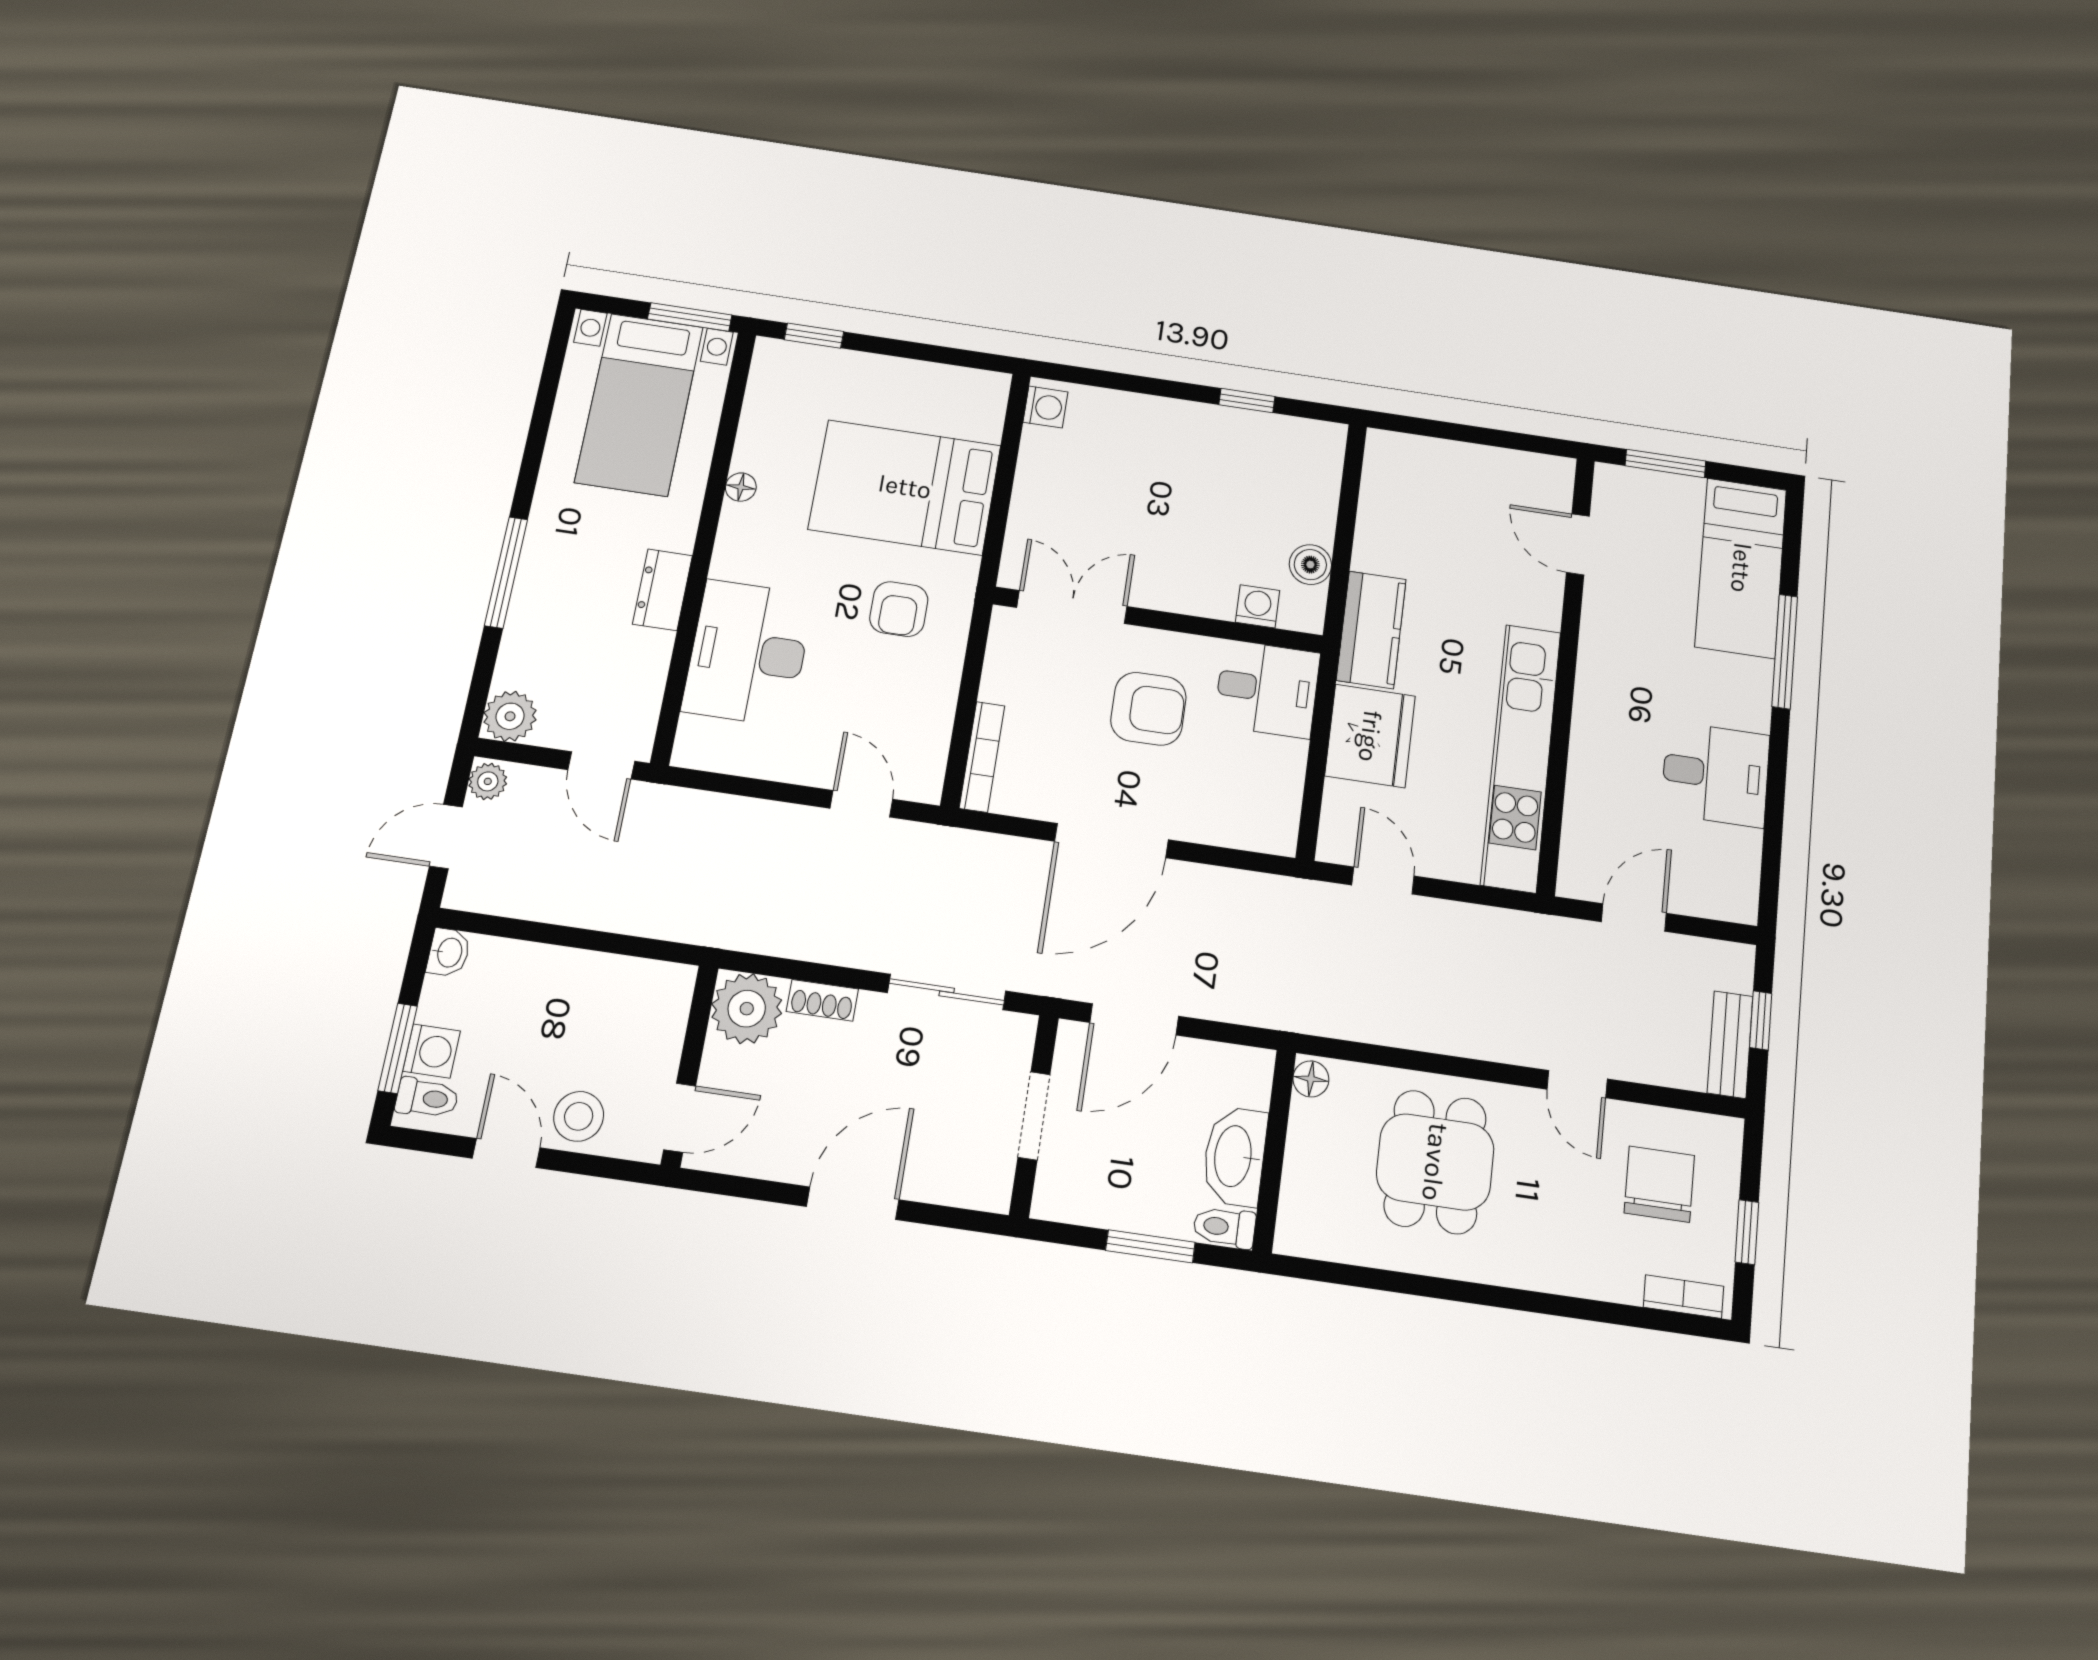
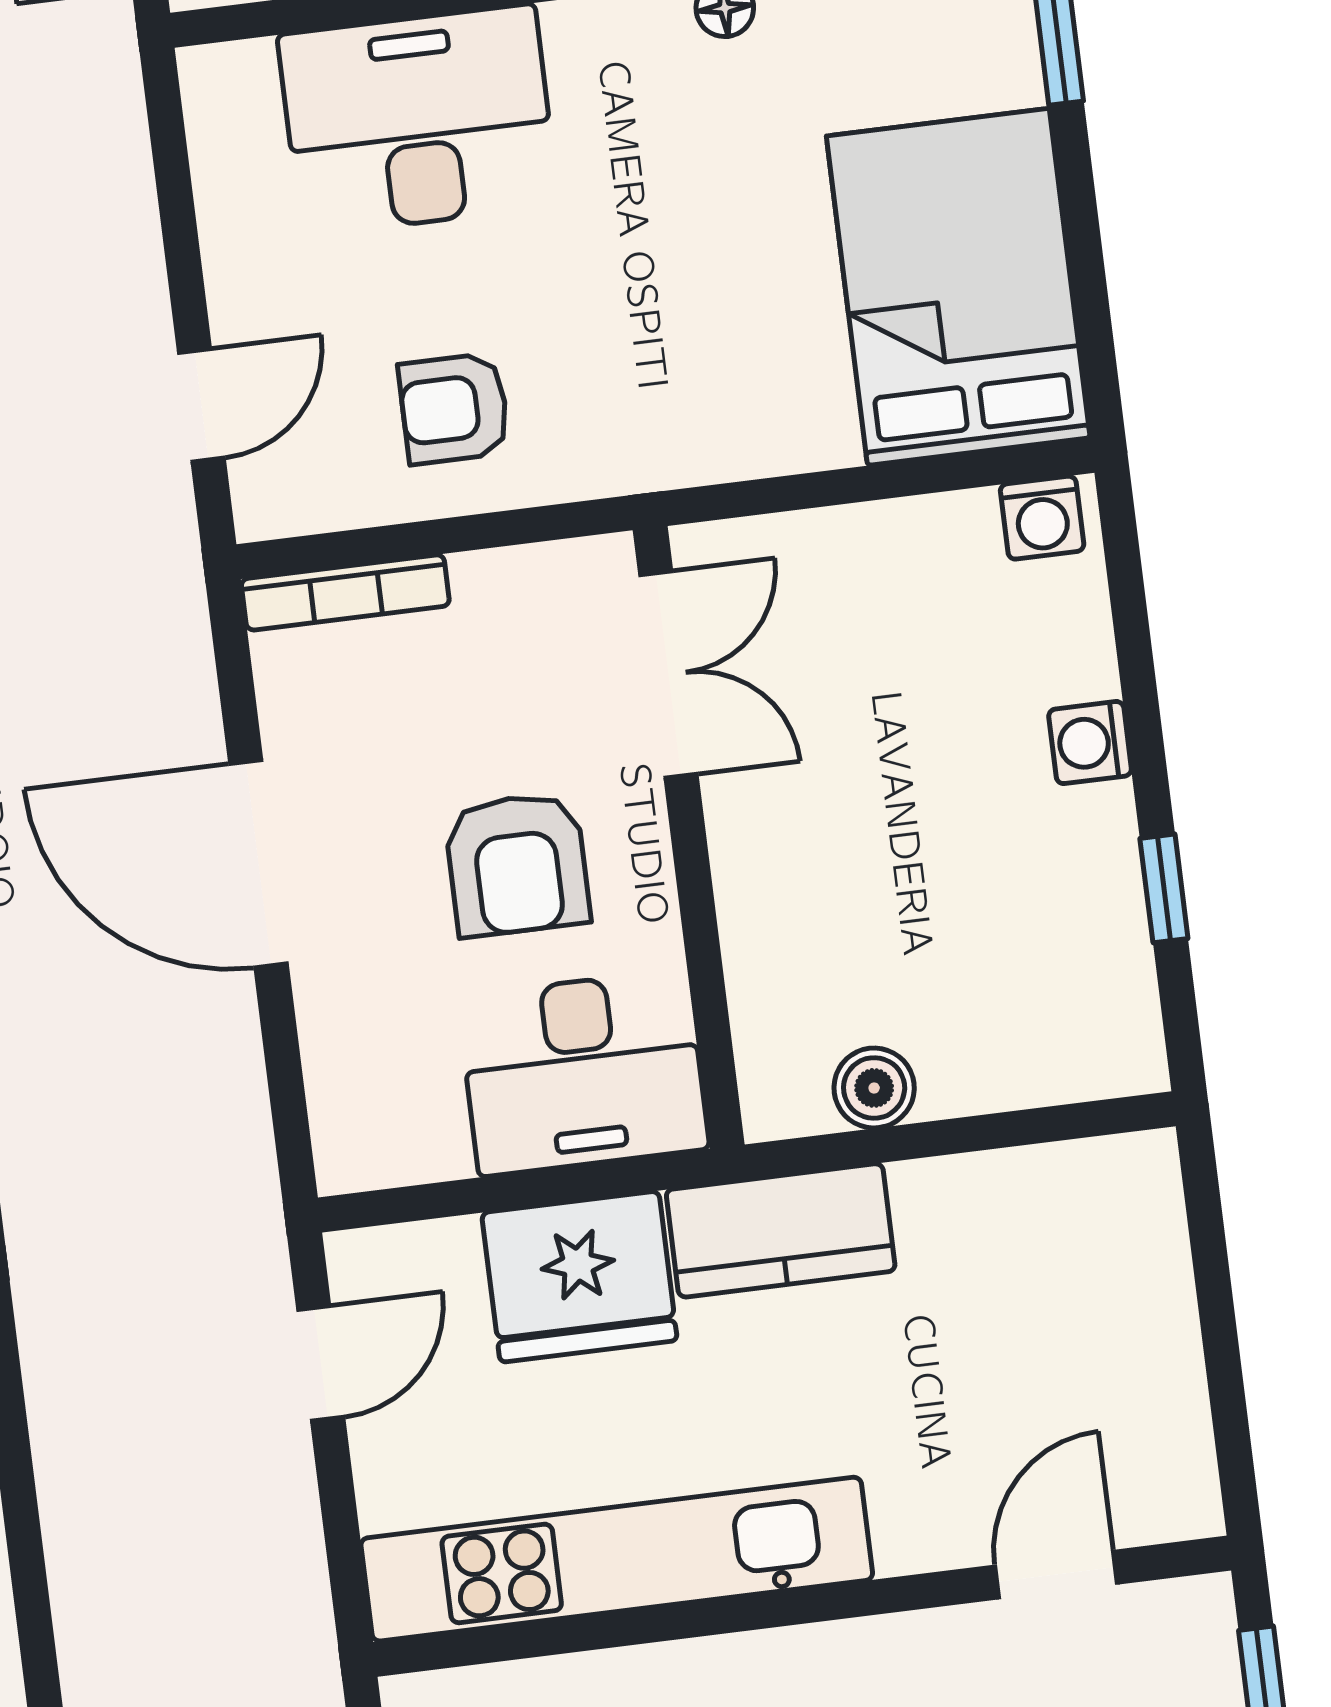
bed: (905, 487) -> (958, 287), moved
washing machine: (1258, 606) -> (1090, 743), moved, turned 180
armchair: (899, 609) -> (454, 409), moved
desk: (1267, 689) -> (583, 1073), width x1.37

